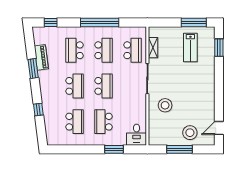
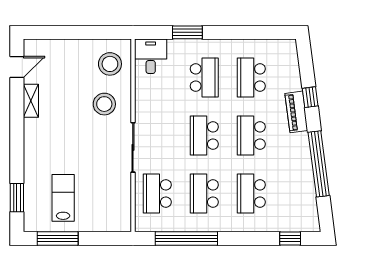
window: (100, 23) -> (186, 238), moved
shelving: (153, 48) -> (31, 101), moved
school desk: (75, 50) -> (251, 193), turned 180
piano: (41, 57) -> (296, 112), moved
window: (33, 68) -> (319, 164), width x2.11
stool: (190, 133) -> (110, 64), moved
window: (179, 149) -> (81, 32), removed

